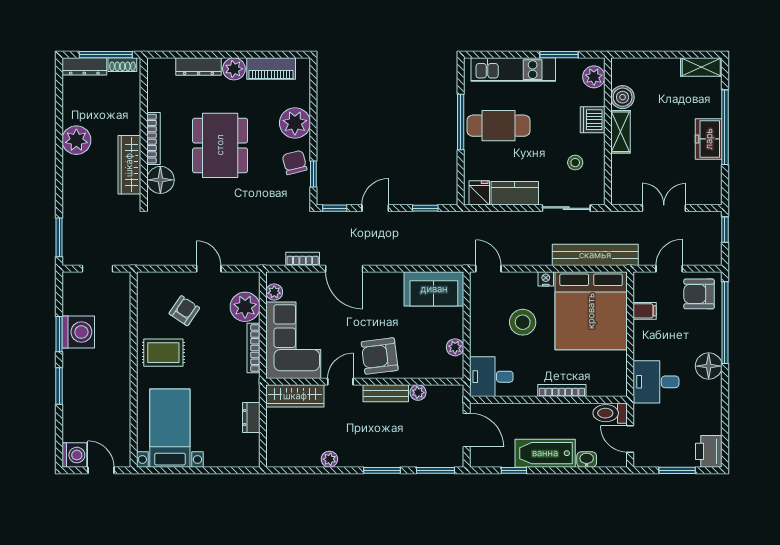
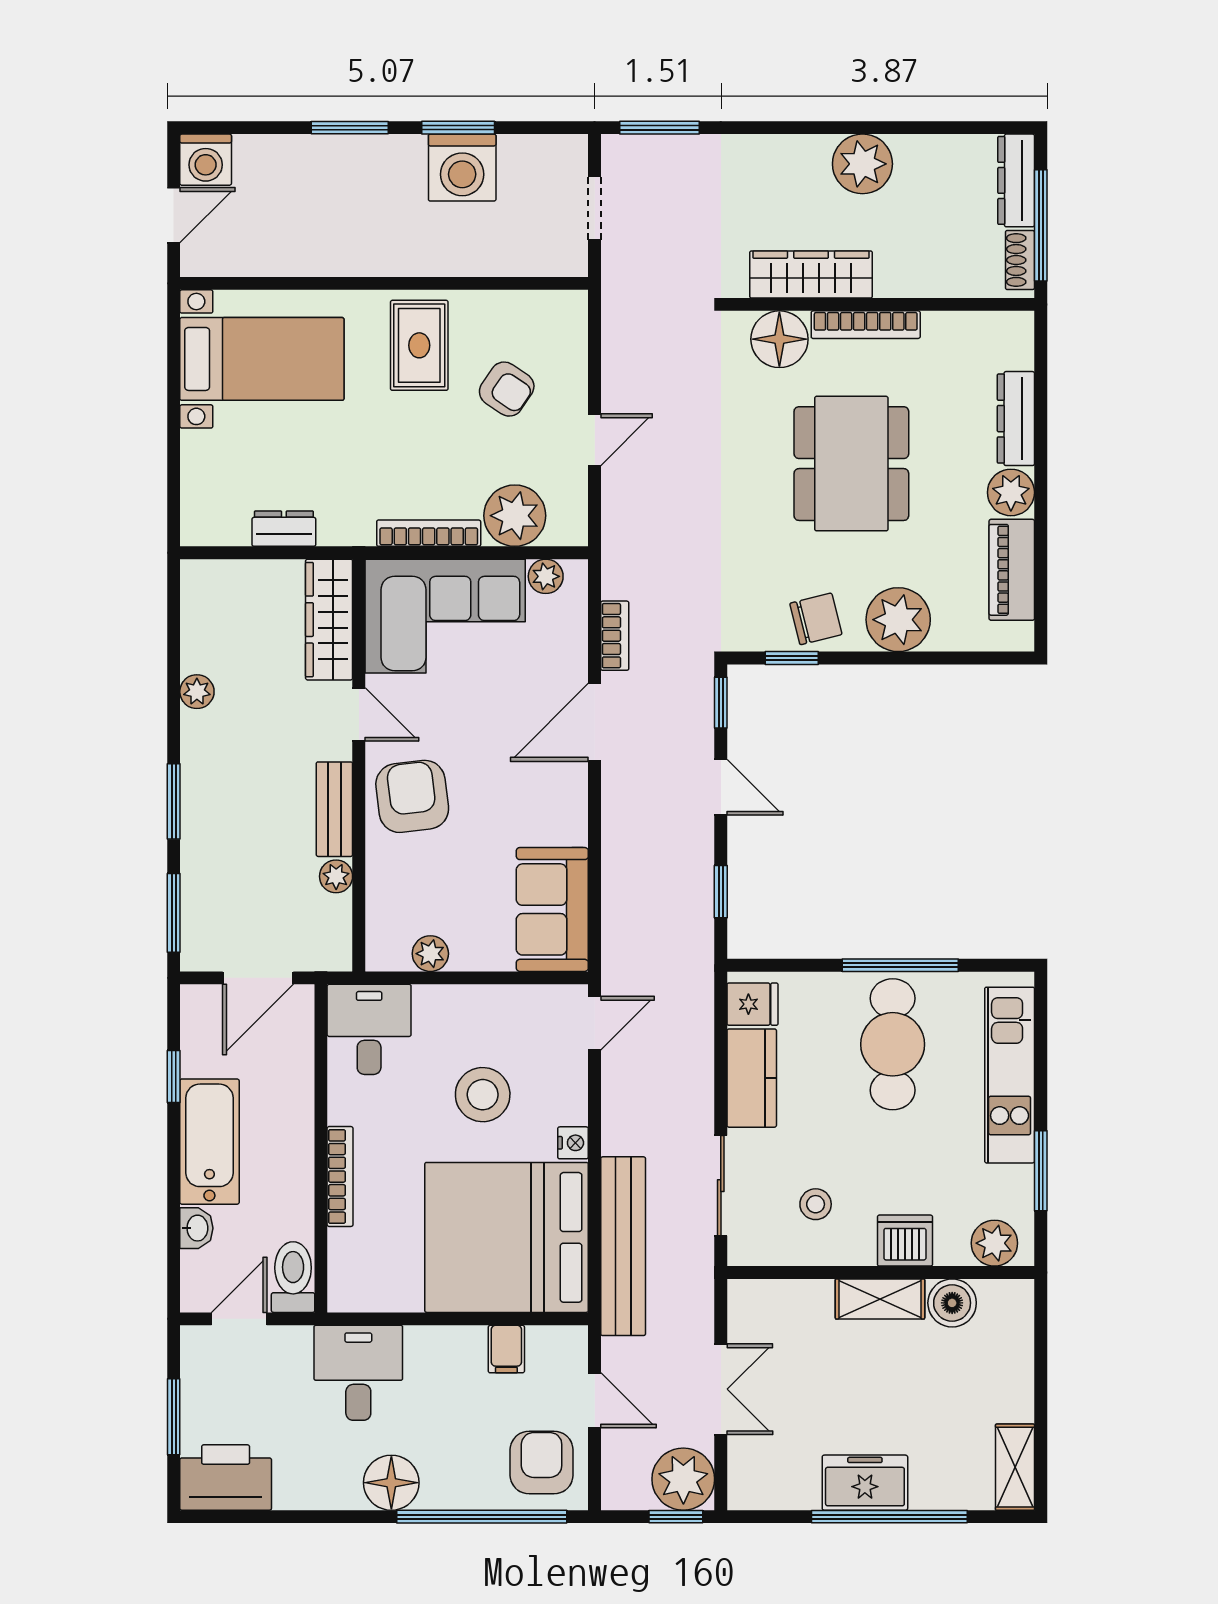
dining table: (220, 145) -> (851, 464), turned 90
plant: (707, 226) -> (683, 1479), added
printer: (709, 451) -> (226, 1478), width x1.37, depth x1.19

